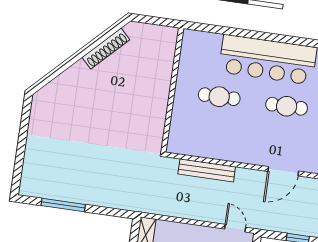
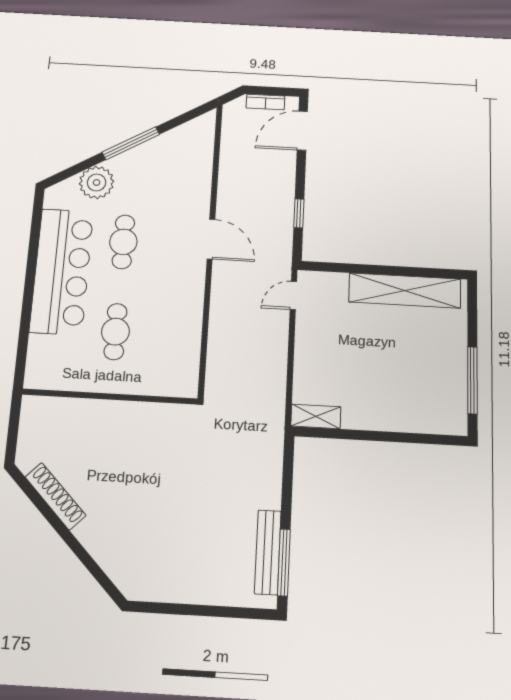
bench: (207, 170) -> (268, 552), moved
window: (63, 205) -> (284, 562), moved

